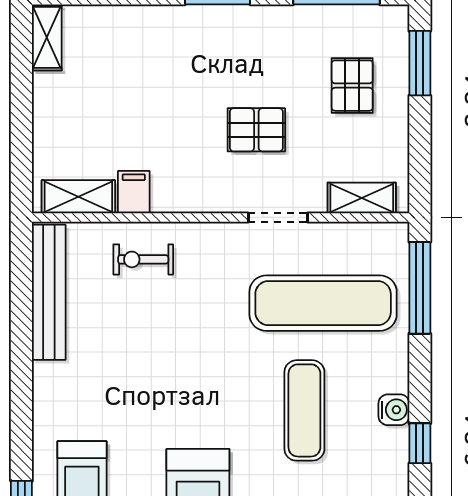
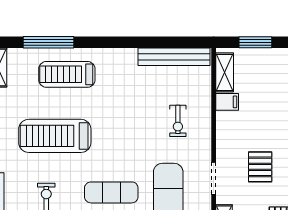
window: (21, 139) -> (255, 42), added
exercise bike: (143, 259) -> (178, 121), moved, turned 180

